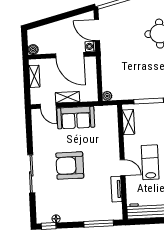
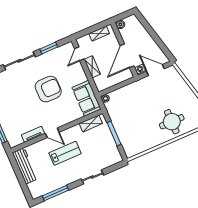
door: (97, 30) -> (155, 70), hinge flipped
sofa: (76, 118) -> (87, 98), moved
window: (29, 137) -> (49, 48), added
armchair: (70, 166) -> (48, 89), moved, turned 90
door: (123, 168) -> (52, 133), hinge flipped

